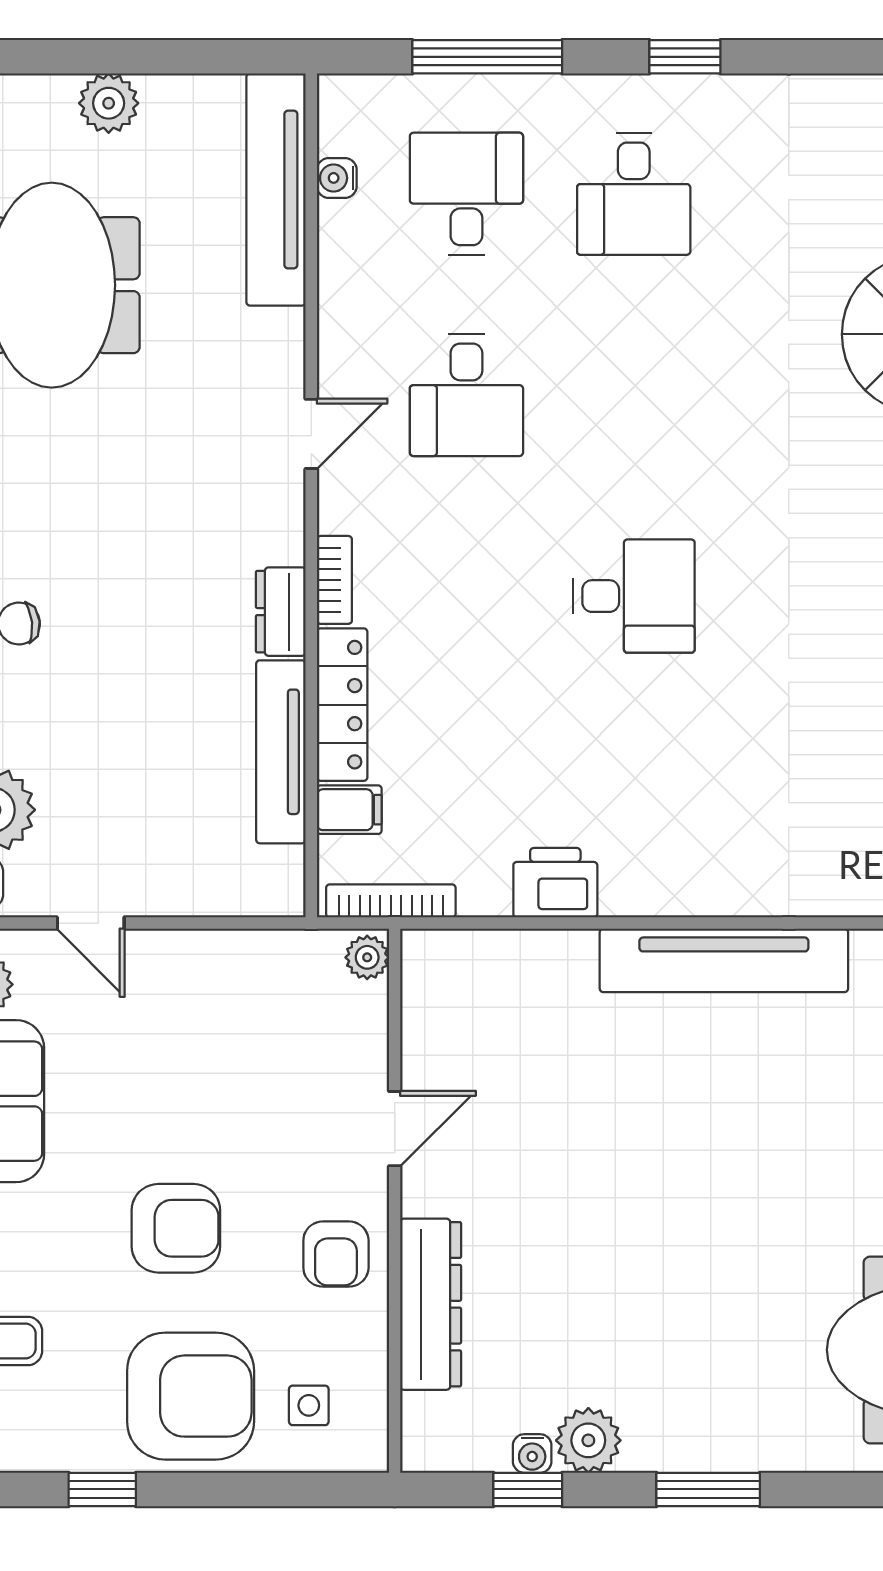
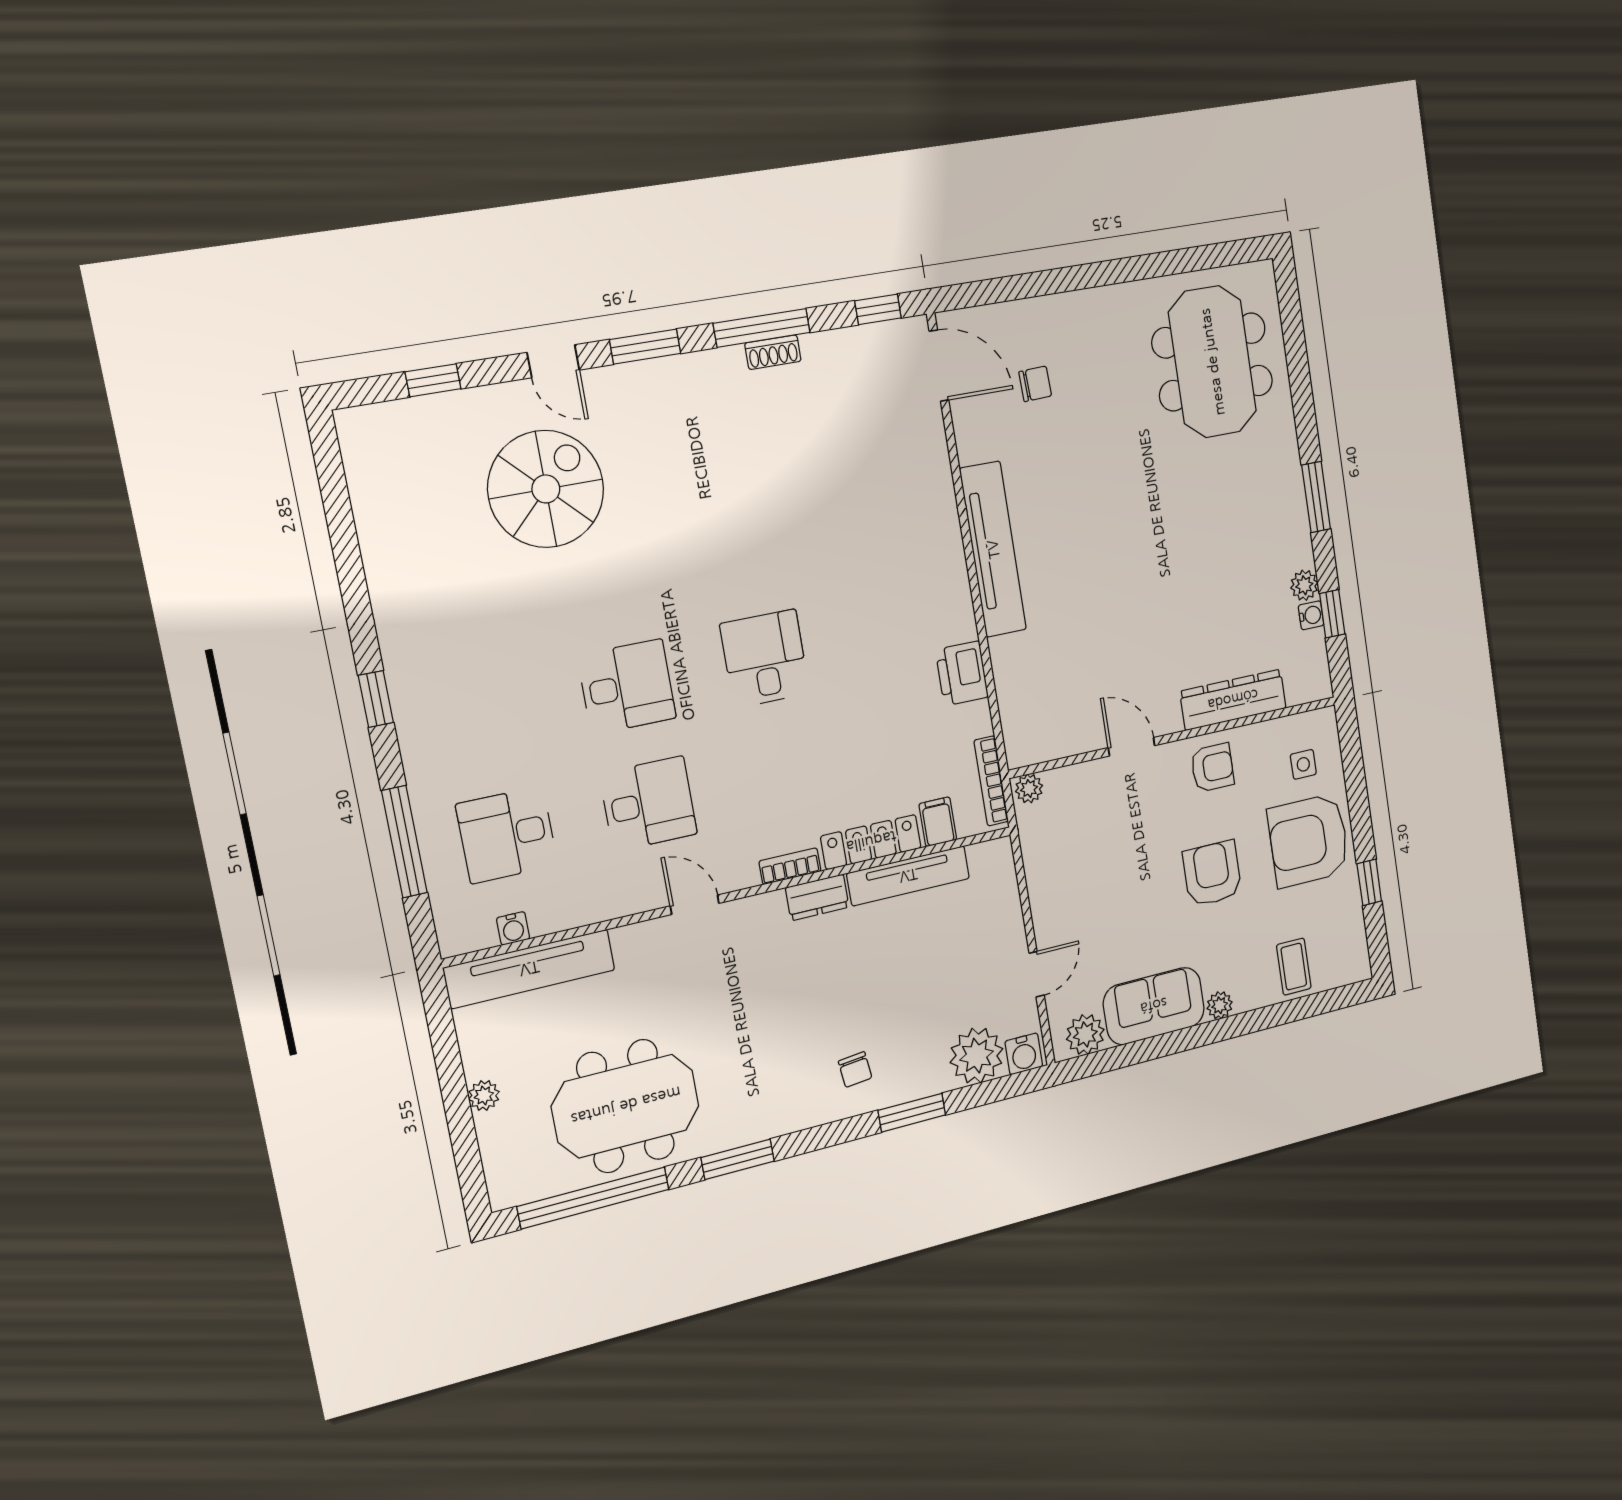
plant: (109, 103) -> (484, 1095), width x0.73, depth x0.73
desk: (634, 194) -> (627, 687), moved
armchair: (191, 1396) -> (1309, 840), turned -90
plant: (588, 1440) -> (1304, 585), width x0.73, depth x0.73

